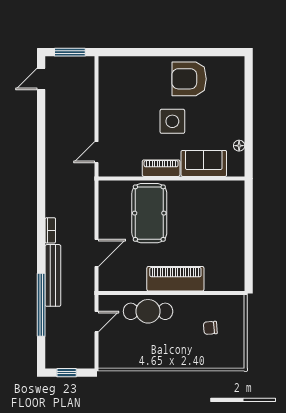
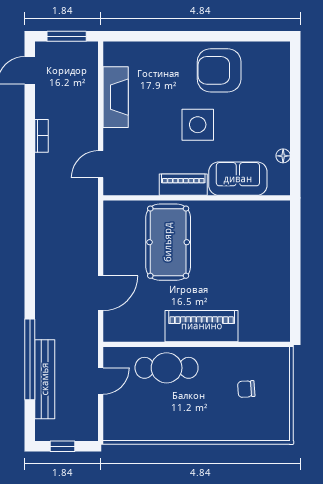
fireplace: (108, 100) -> (116, 97), added
bookcase: (50, 230) -> (42, 136), moved
bench: (53, 275) -> (45, 379), moved

